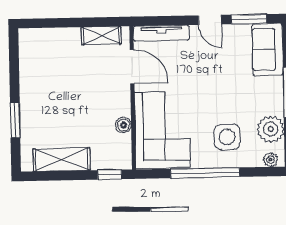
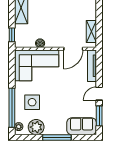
window: (205, 173) -> (12, 108), moved

